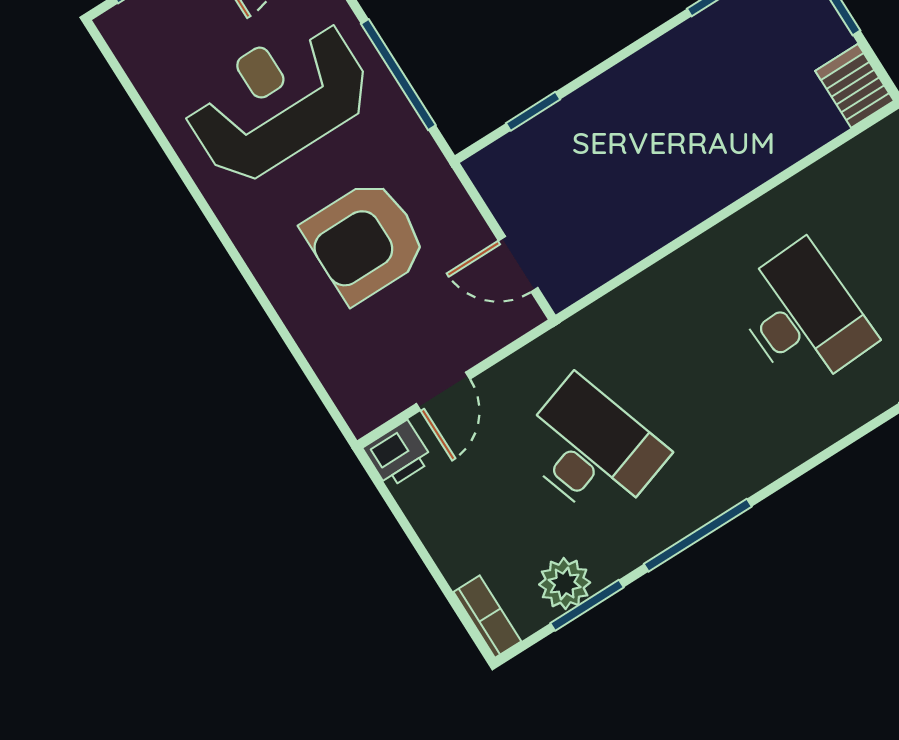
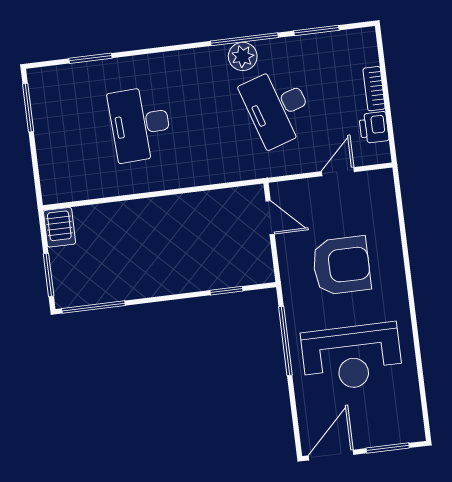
printer: (398, 454) -> (374, 127), moved, turned -90
plant: (565, 583) -> (243, 56), moved
bookcase: (487, 617) -> (374, 89), moved

